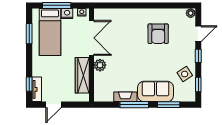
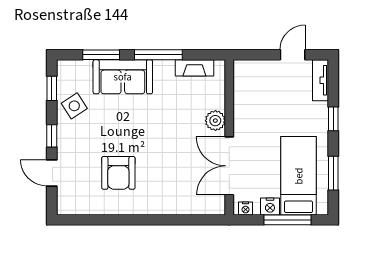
plant: (191, 13) -> (64, 207), removed
armchair: (158, 34) -> (118, 173), turned 180
door: (198, 34) -> (52, 173), hinge flipped
wardrobe: (82, 75) -> (245, 104), removed
window: (29, 84) -> (333, 119), moved
fireplace: (125, 97) -> (194, 68), moved

